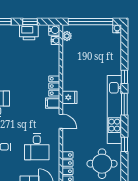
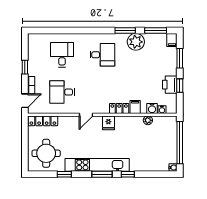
water cooler: (54, 30) -> (152, 108), moved
plant: (67, 36) -> (148, 120), moved
filing cabinet: (53, 103) -> (135, 107), moved

